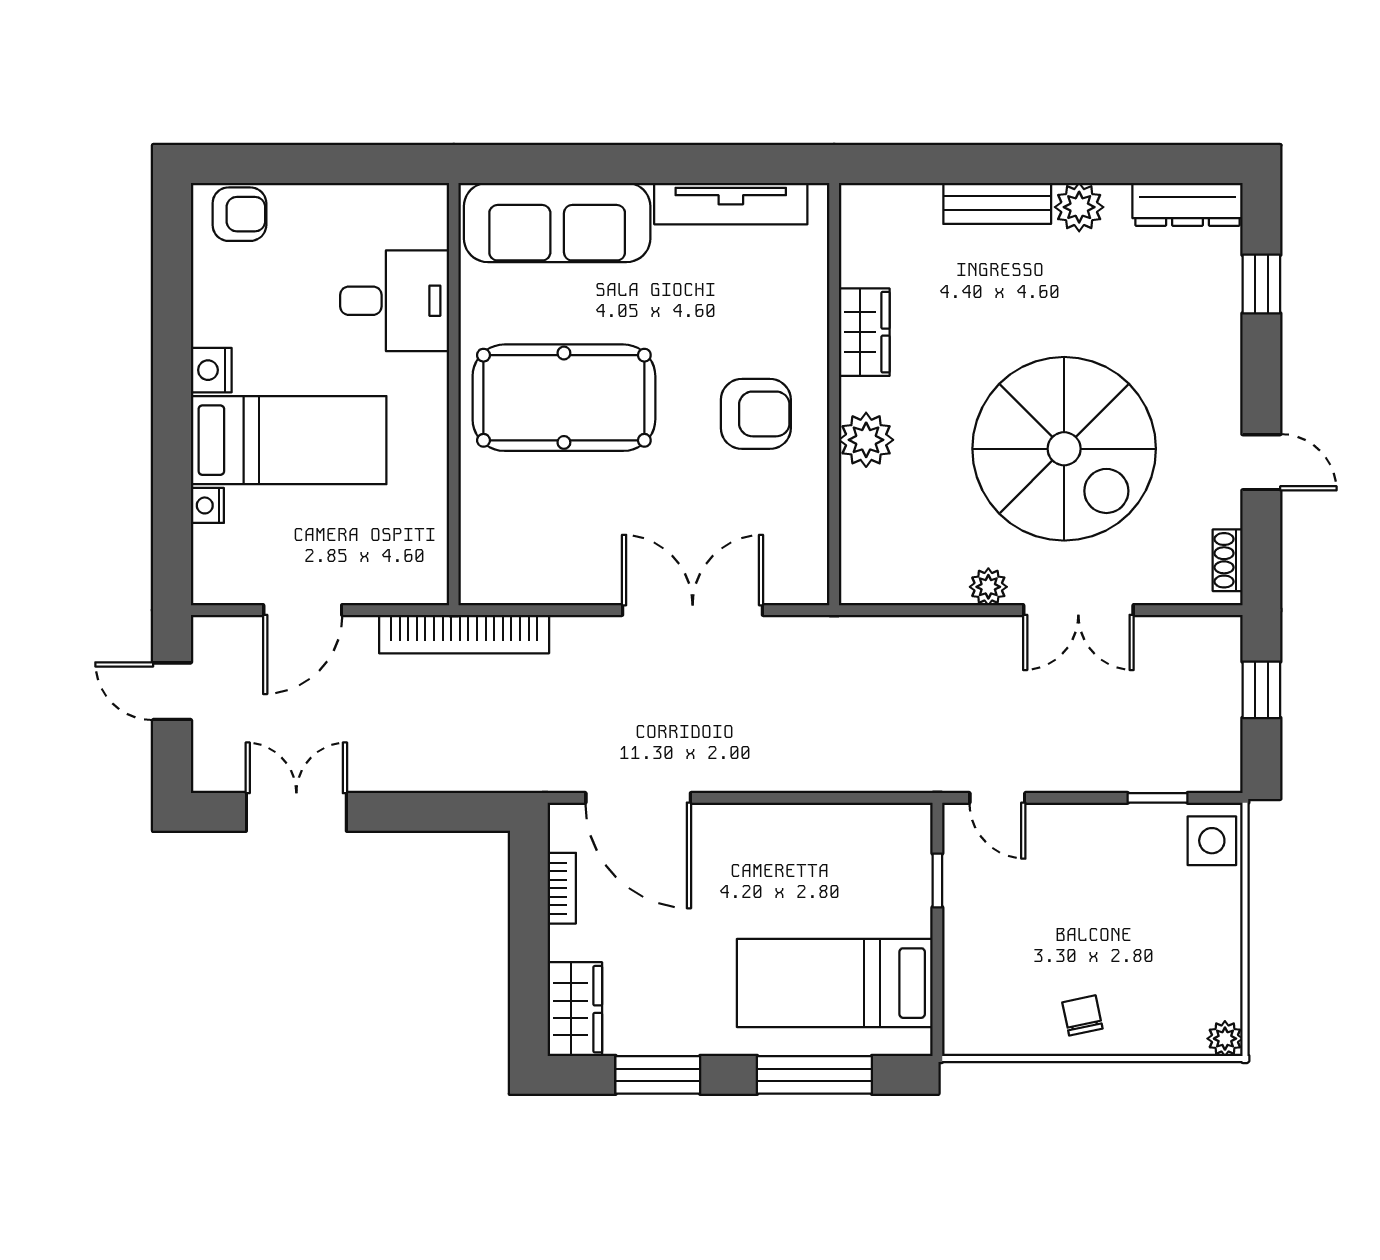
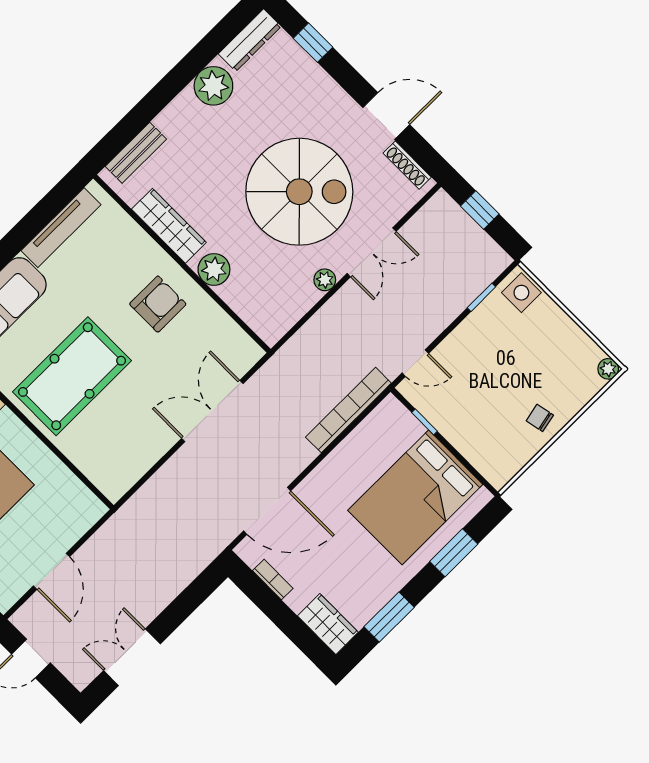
bench: (997, 203) -> (136, 153), moved
plant: (1079, 207) -> (213, 86), width x1.36, depth x1.36
wardrobe: (864, 332) -> (169, 226), width x1.50
door: (1261, 462) -> (386, 116), width x1.38
shoe rack: (1228, 560) -> (407, 165), width x1.43
bookcase: (464, 634) -> (348, 410), moved, turned 180
bed: (835, 983) -> (415, 497), width x1.50
window: (814, 1075) -> (454, 553), width x0.69

